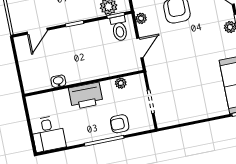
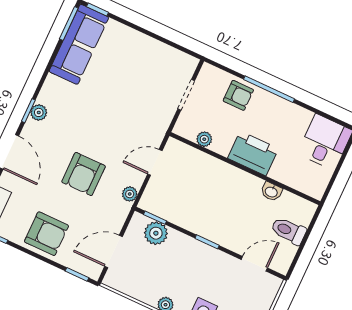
toilet: (119, 28) -> (289, 231), moved, turned -90

